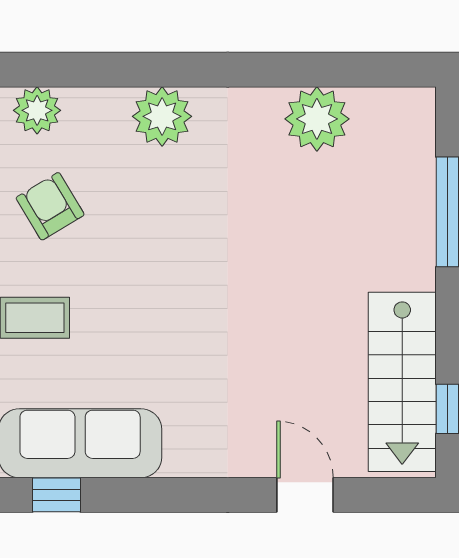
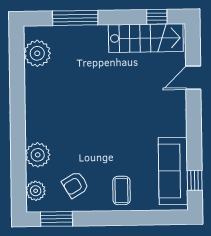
plant: (162, 116) -> (38, 155), moved
plant: (317, 119) -> (37, 53), moved

